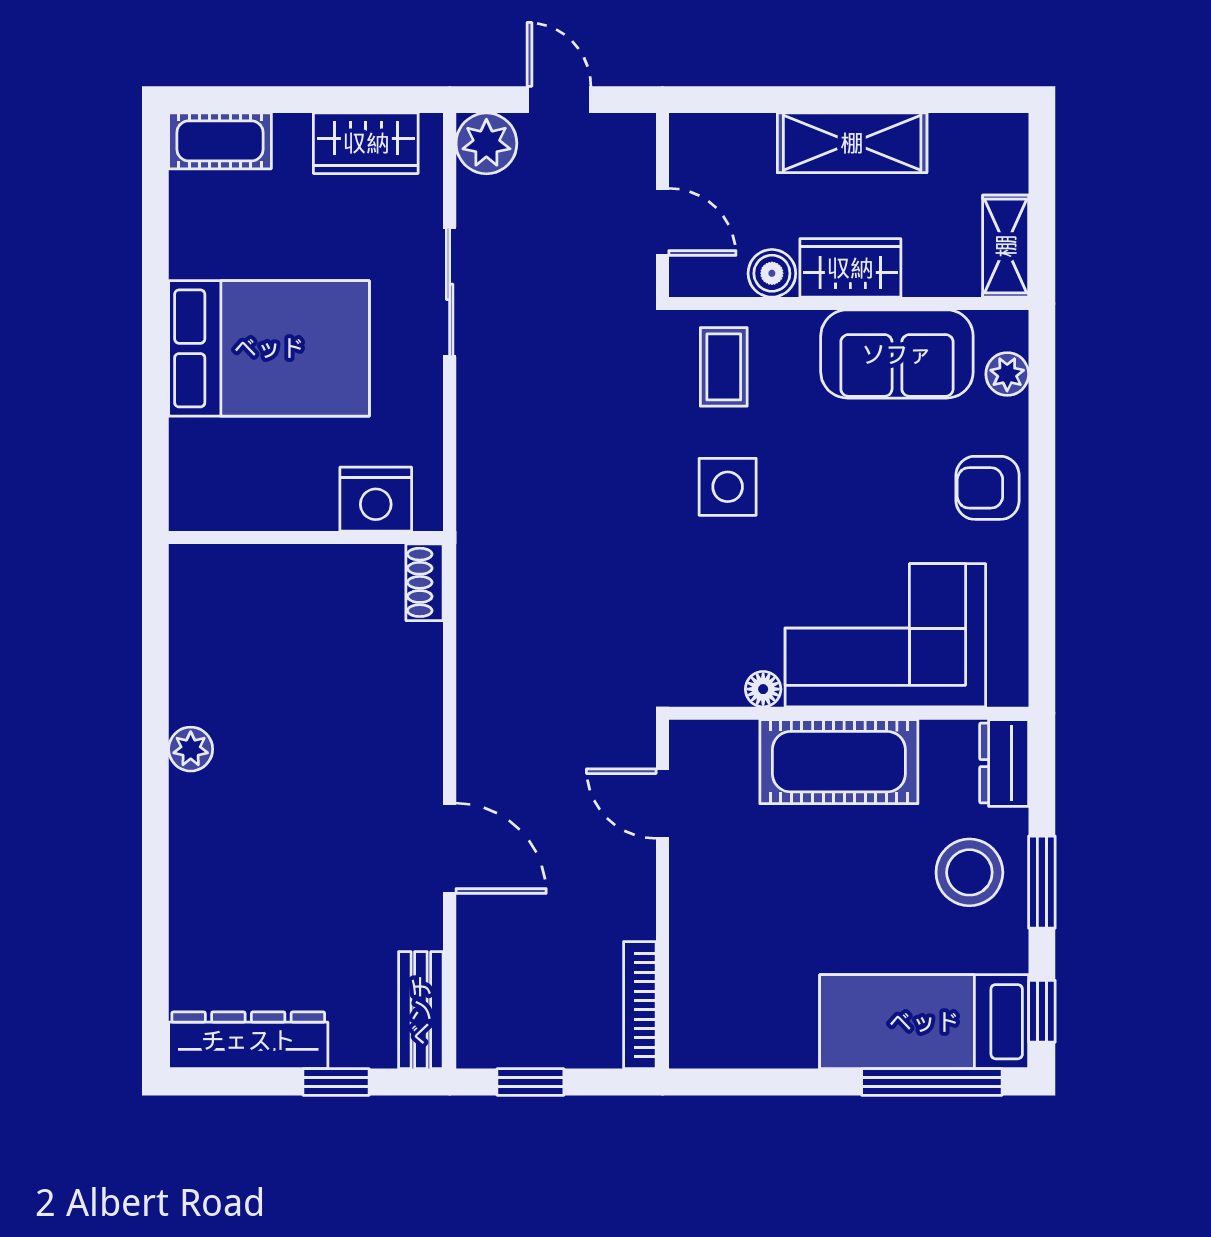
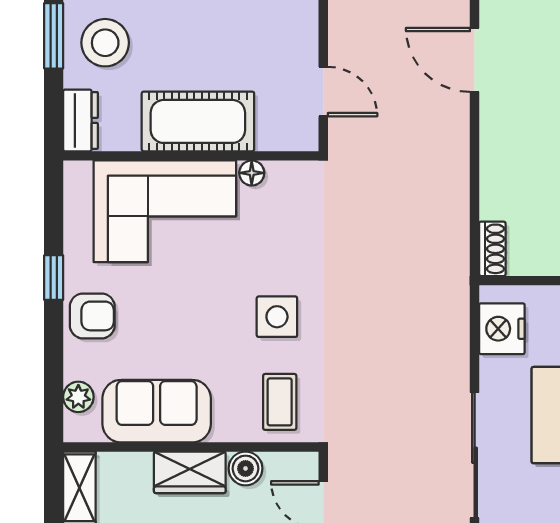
sliding door: (450, 292) -> (475, 455), width x1.37
nightstand: (376, 499) -> (502, 329), moved, turned -90
window: (1042, 542) -> (54, 278), added

